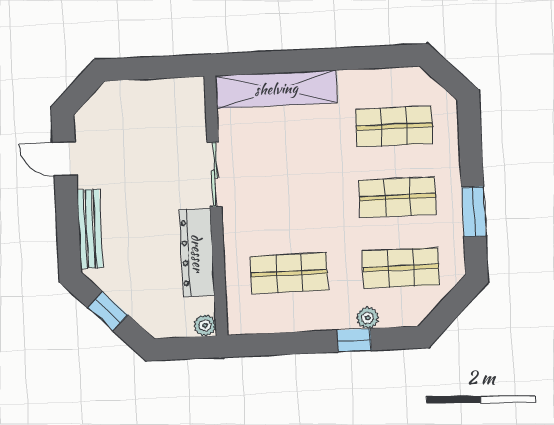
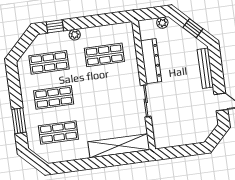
window: (474, 212) -> (19, 121), moved
plant: (368, 318) -> (75, 35), moved
plant: (205, 325) -> (162, 23), moved
window: (354, 340) -> (55, 26), moved

